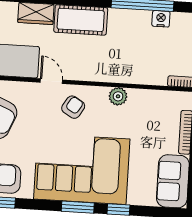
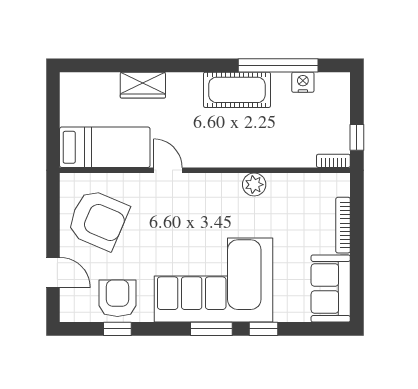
cot: (81, 20) -> (237, 90), moved
armchair: (73, 107) -> (198, 202), removed

